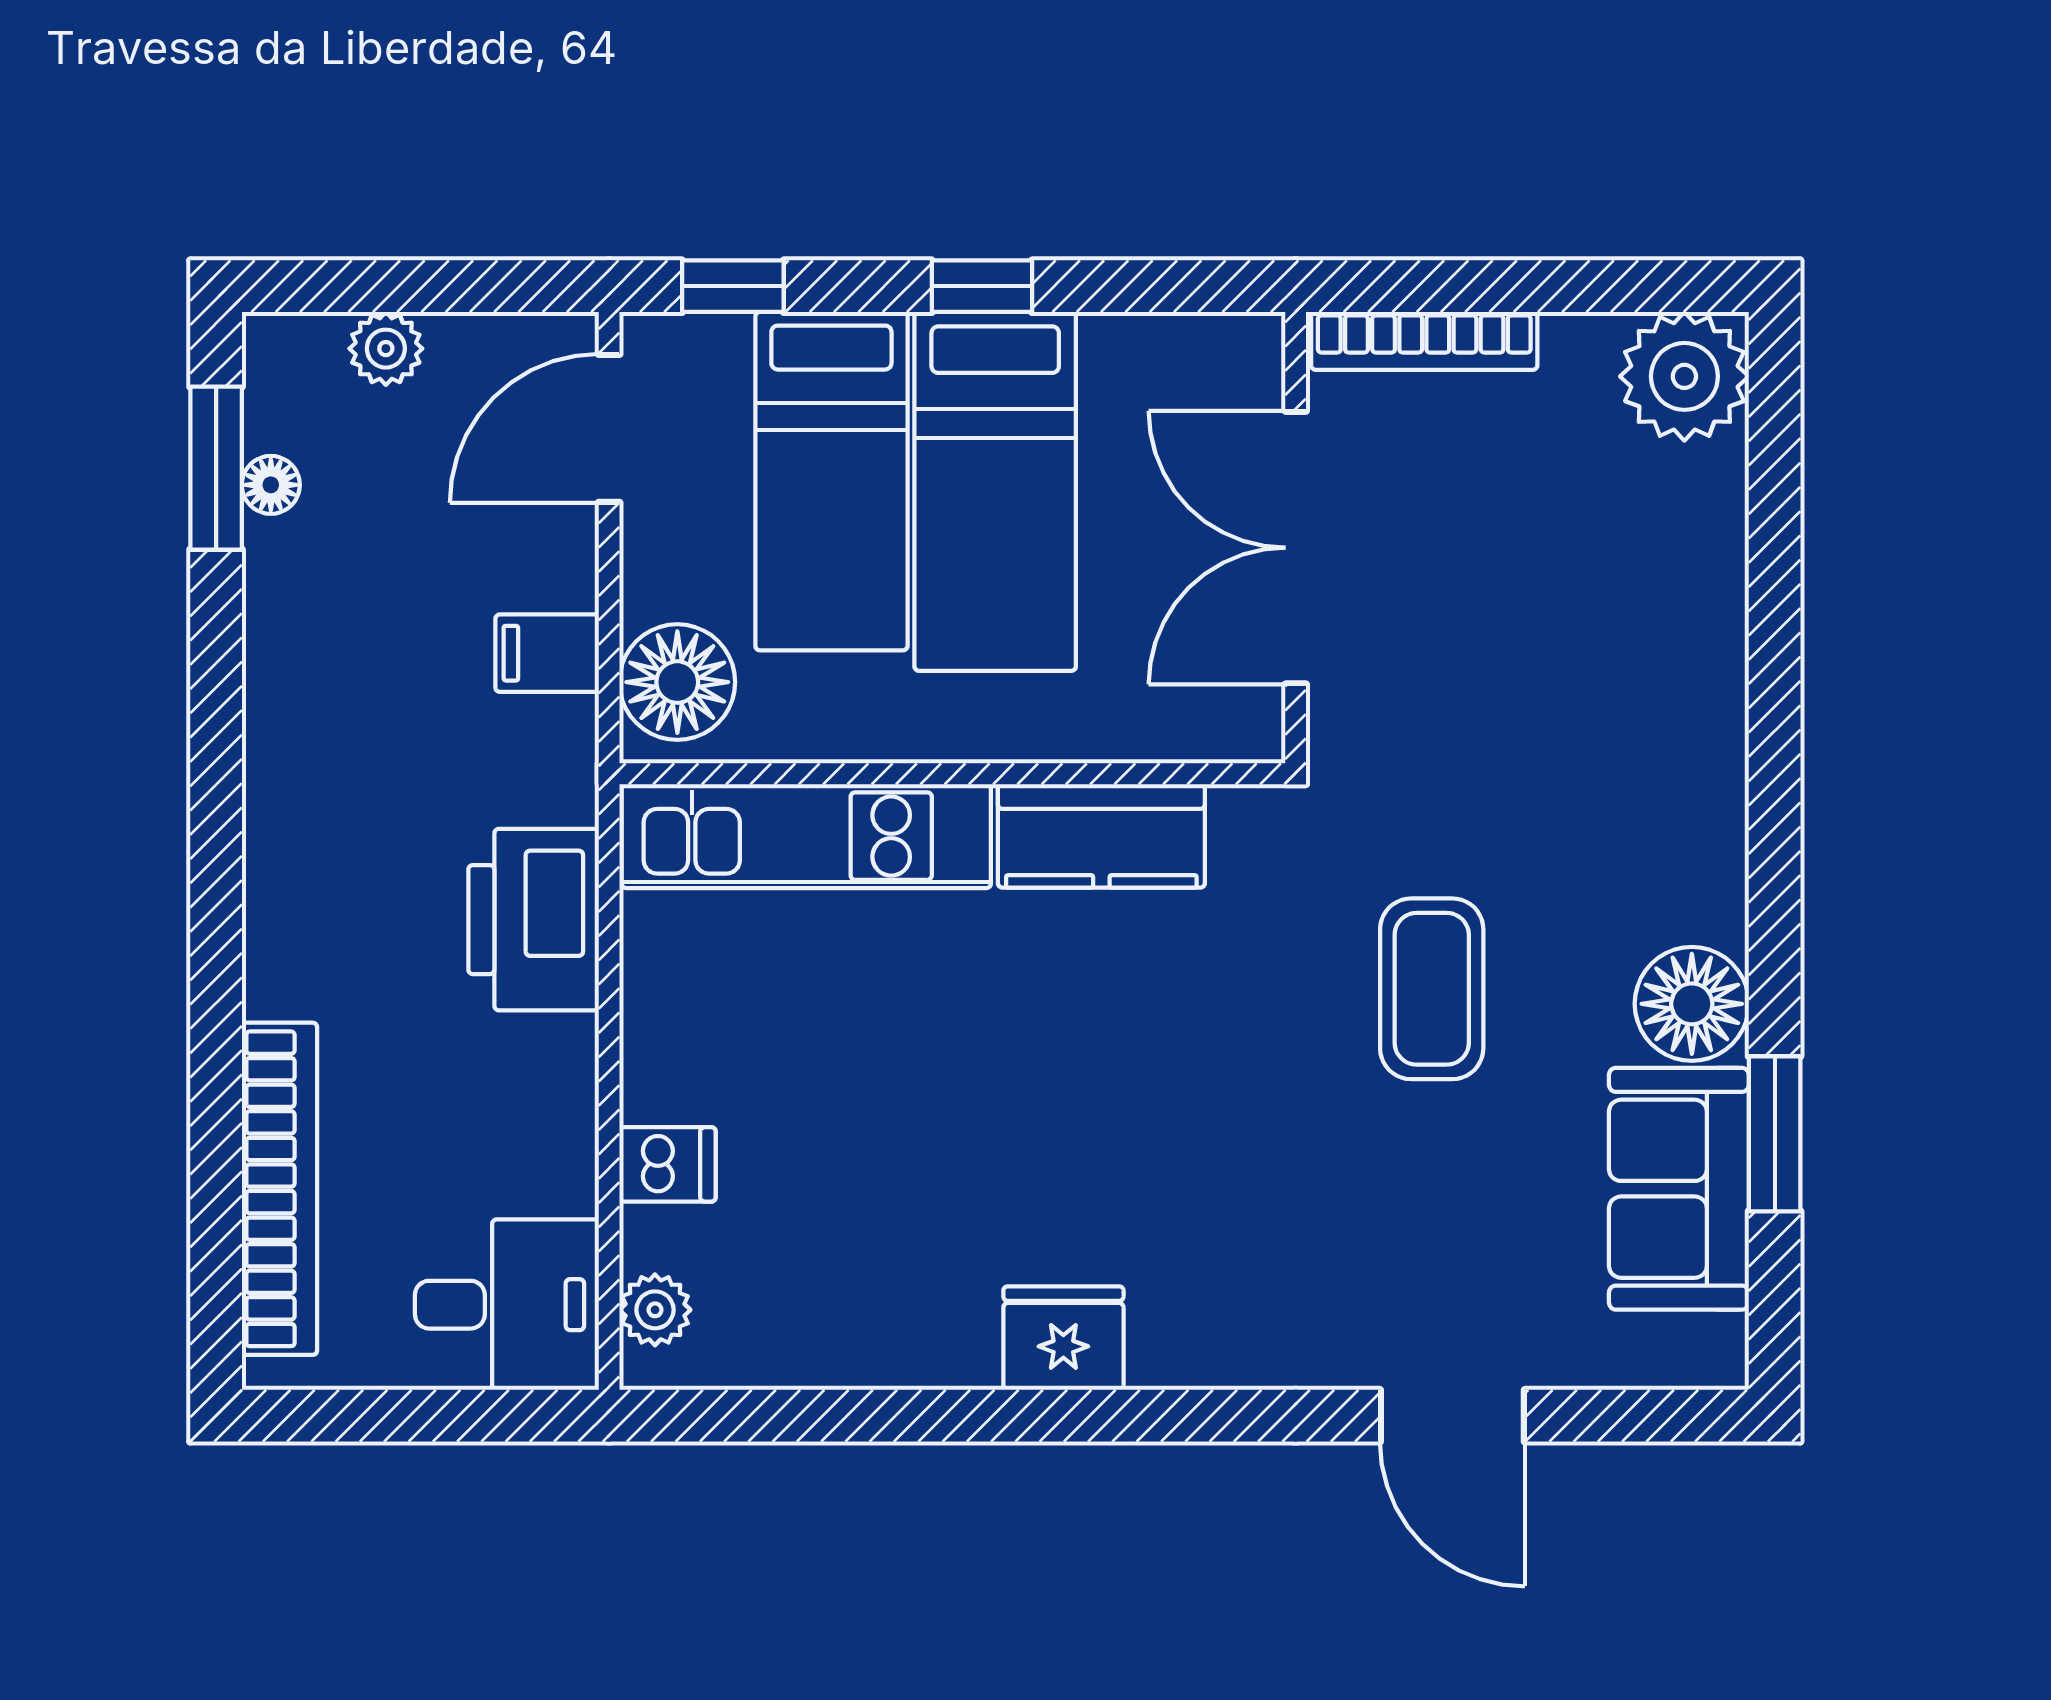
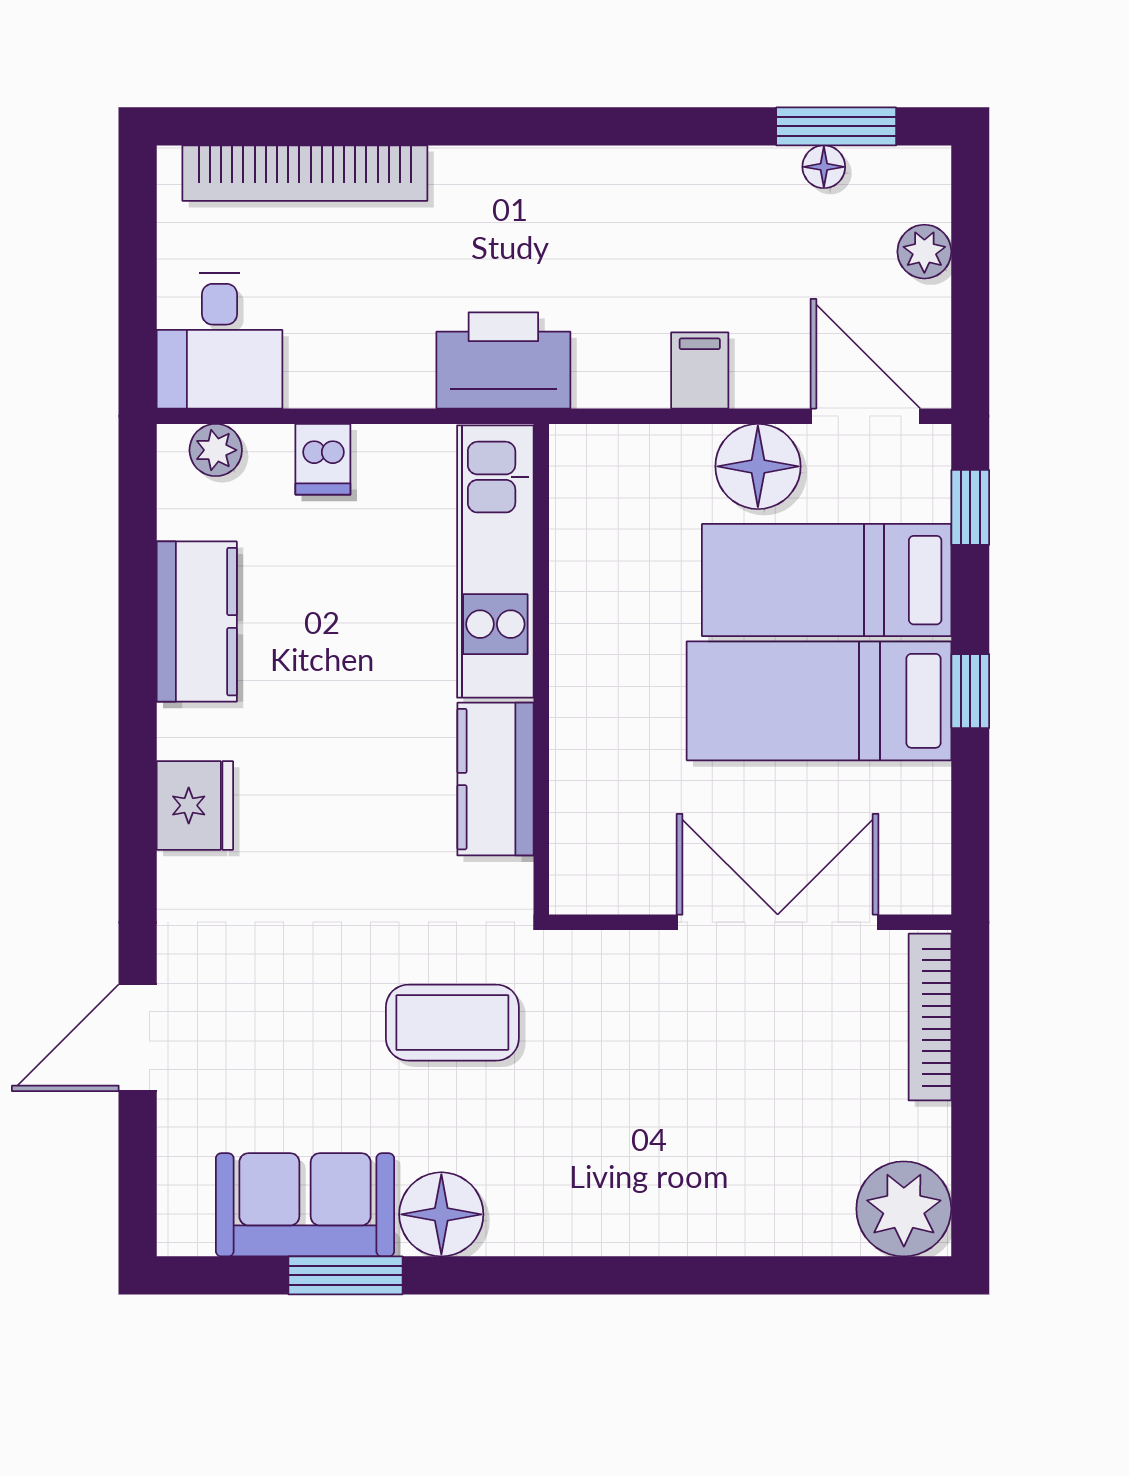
floor lamp: (677, 682) -> (758, 466), moved
wall: (952, 774) -> (541, 669), moved
kitchen unit: (806, 836) -> (495, 561), moved
kitchen counter: (1101, 836) -> (496, 779), moved
kitchen counter: (888, 1336) -> (197, 622), added
fridge: (1063, 1338) -> (195, 805), moved

